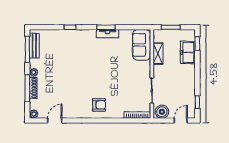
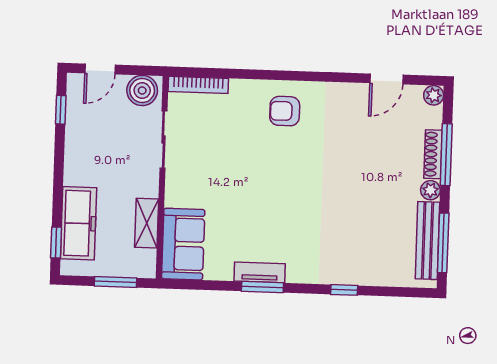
bench: (34, 46) -> (427, 241), width x1.36
freezer: (188, 52) -> (78, 223), width x1.40

